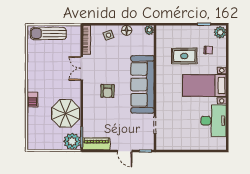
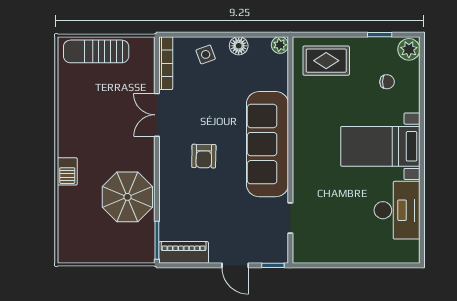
rug: (184, 56) -> (326, 61), moved
plant: (72, 141) -> (139, 248), removed

